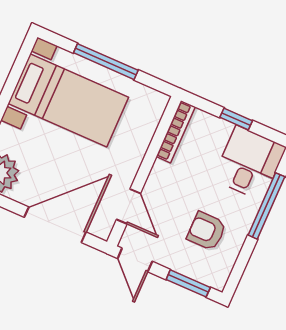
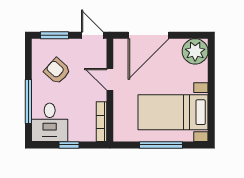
door: (128, 206) -> (110, 79), moved
armchair: (207, 231) -> (57, 71), turned -138

